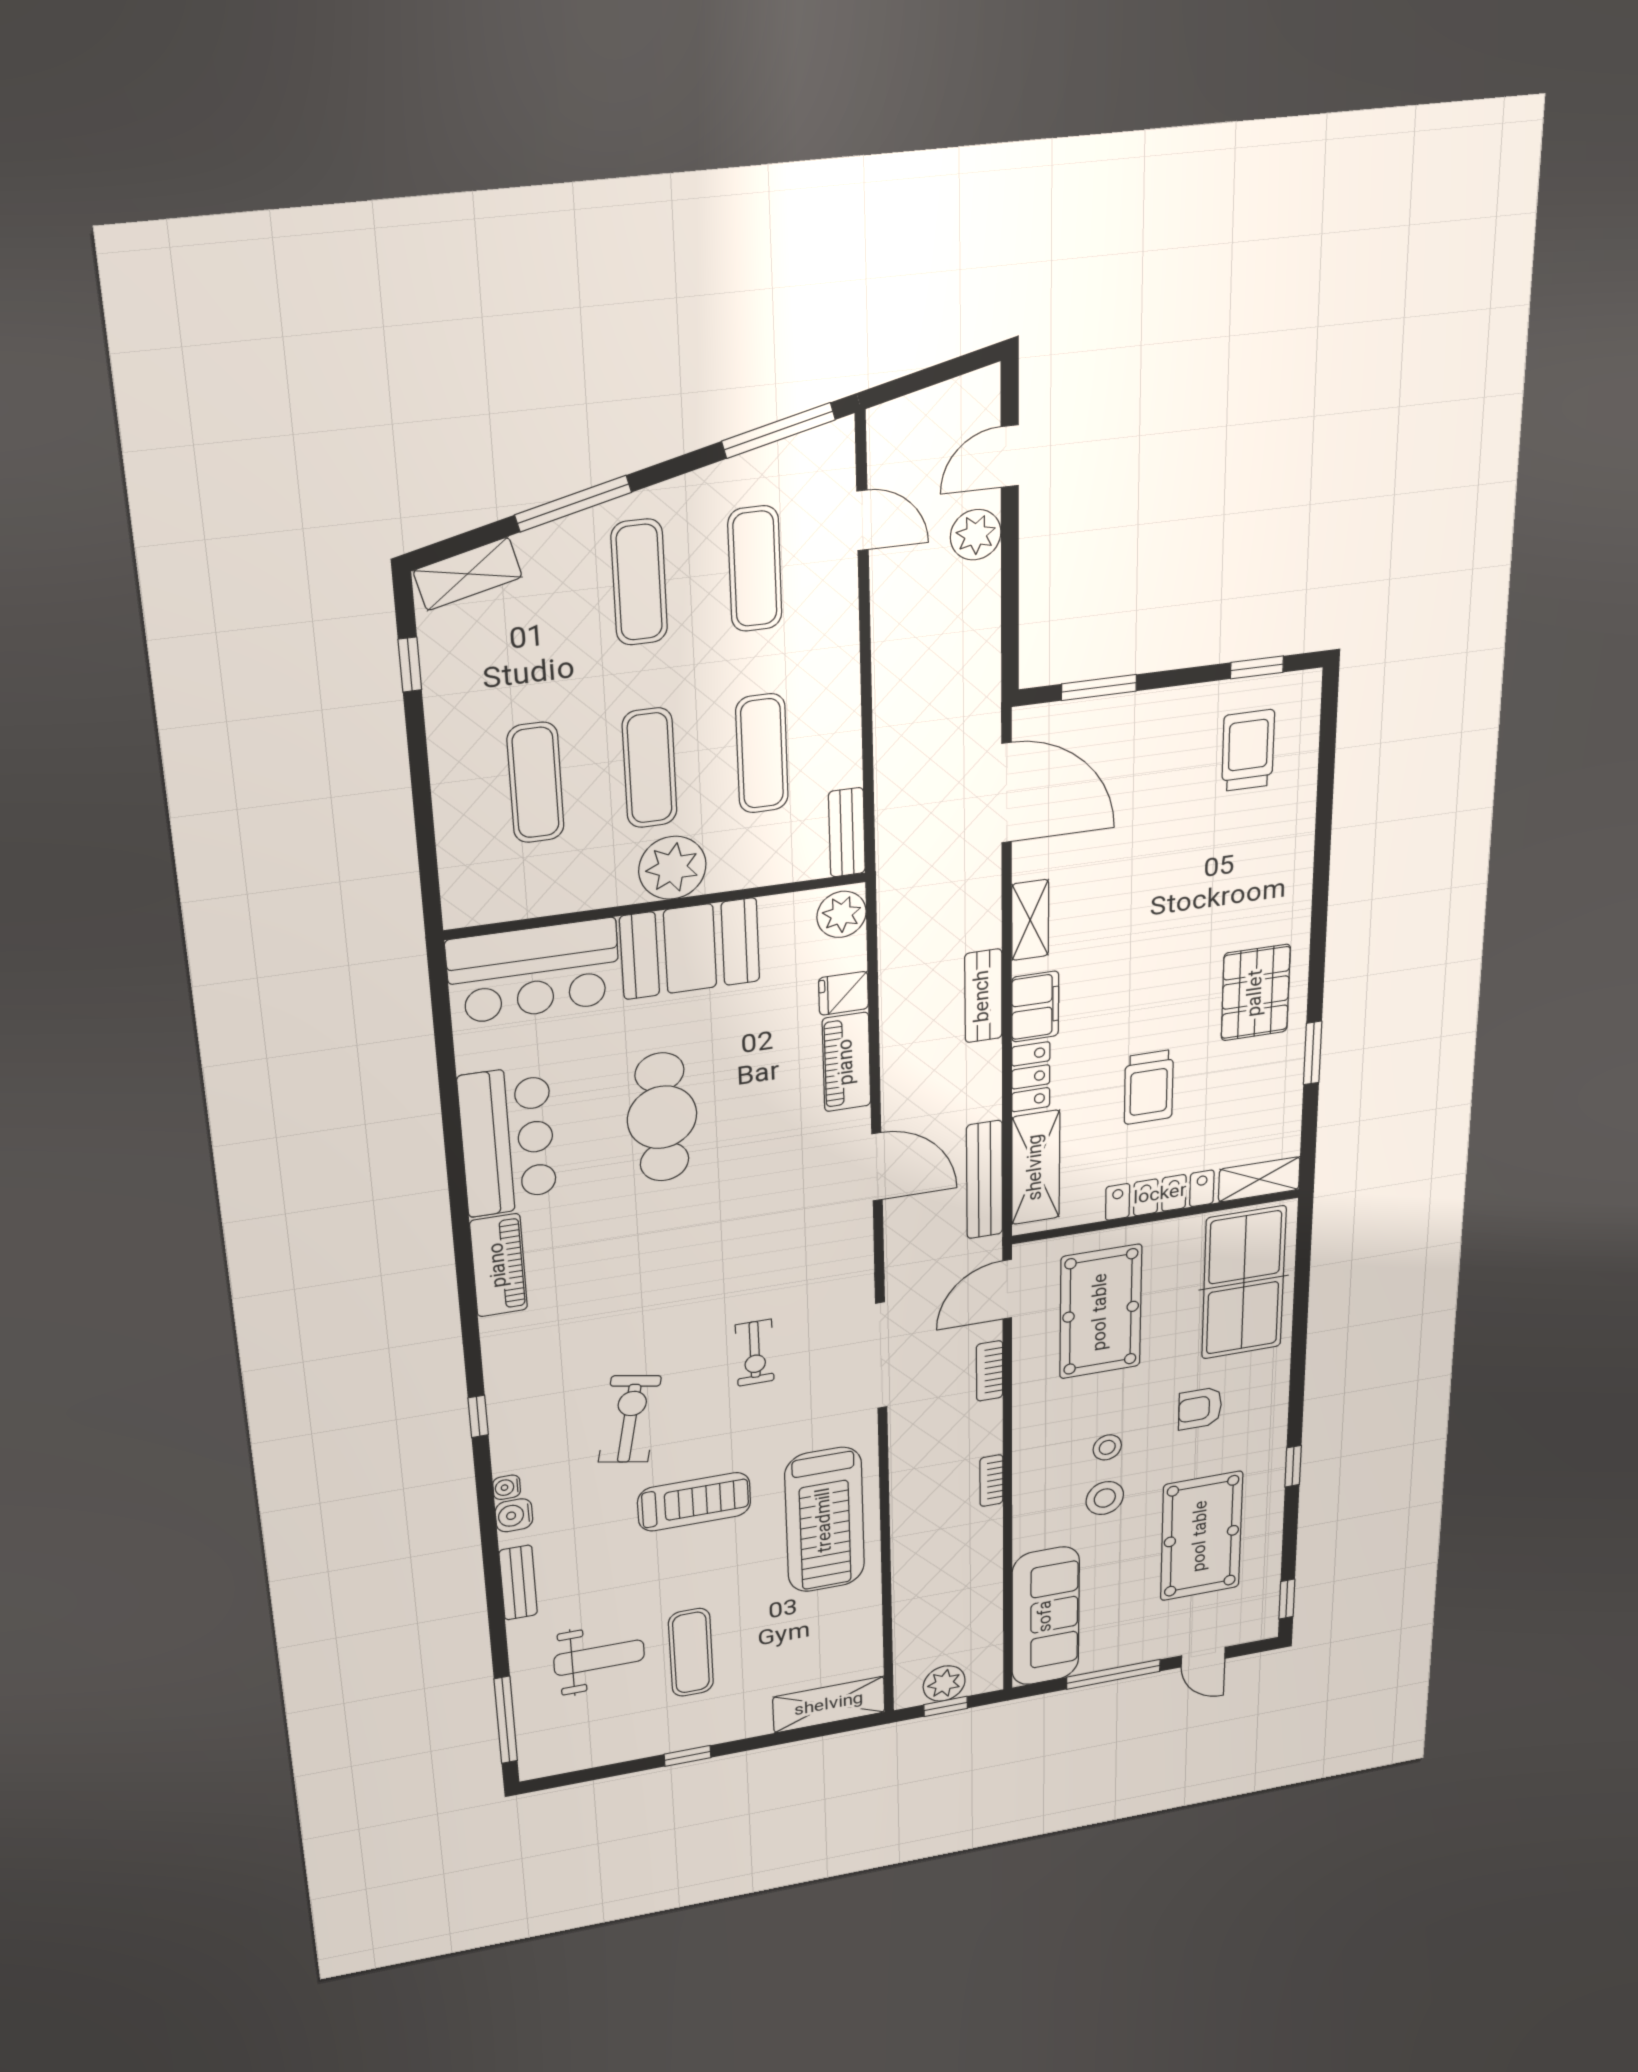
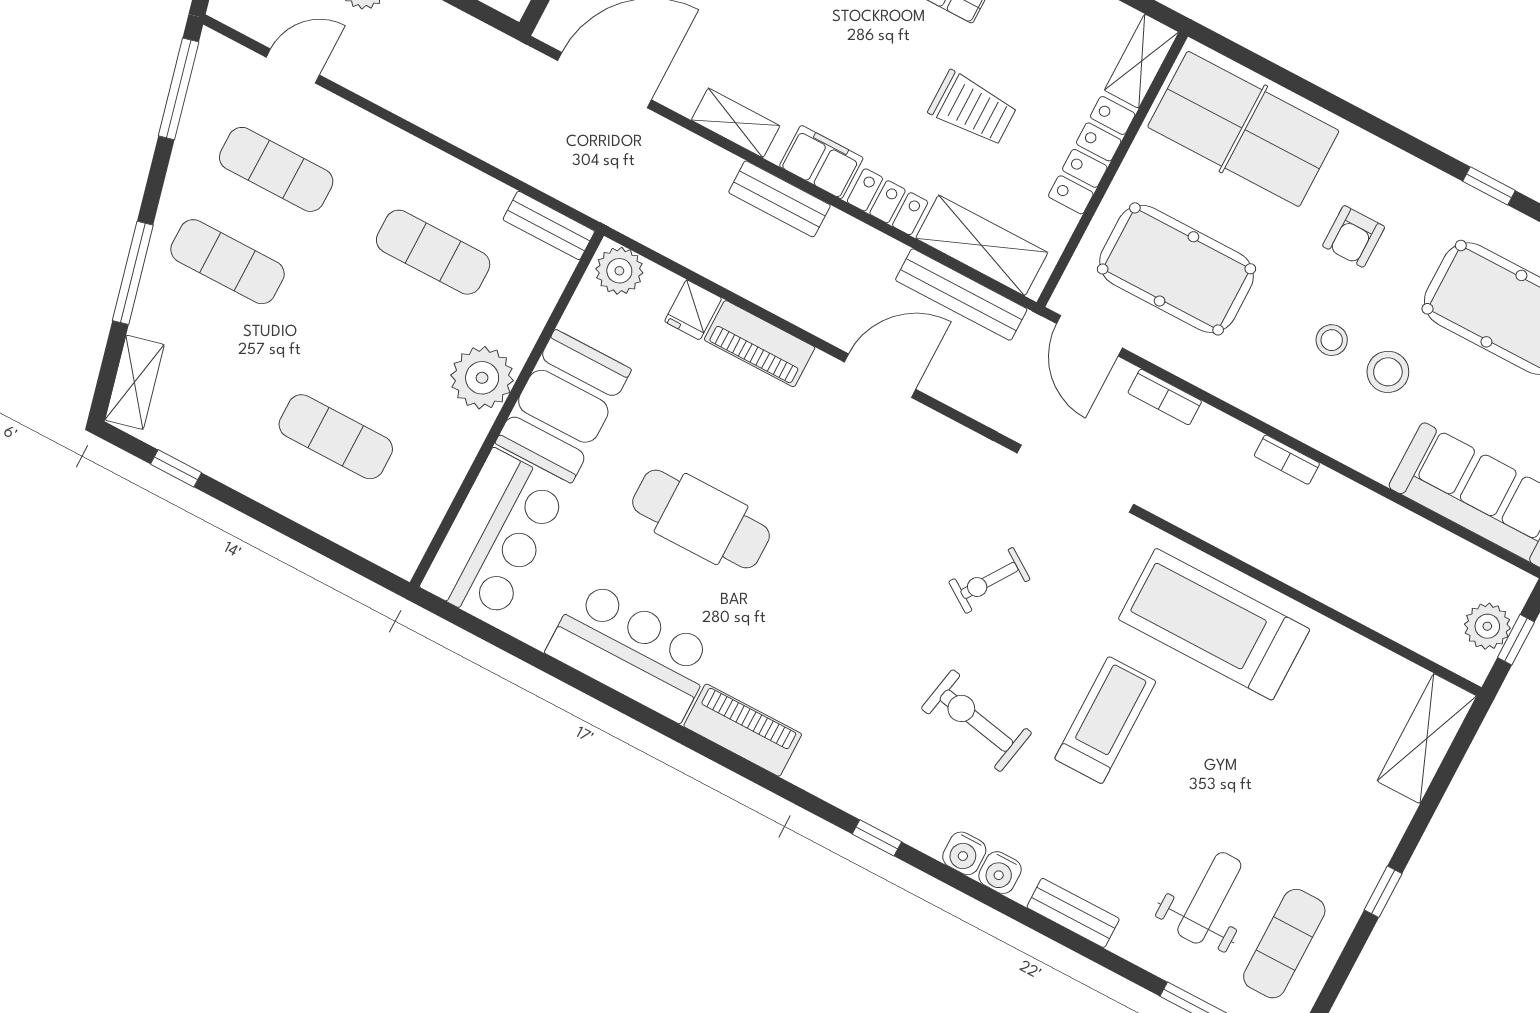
exercise mat: (650, 768) -> (384, 344), removed
exercise bike: (755, 1353) -> (989, 580), turned 124
water cooler: (507, 1487) -> (964, 853), width x1.38, depth x1.38
treadmill: (825, 1520) -> (1214, 624), turned 180
exercise mat: (691, 1653) -> (1284, 944), moved, turned 90

